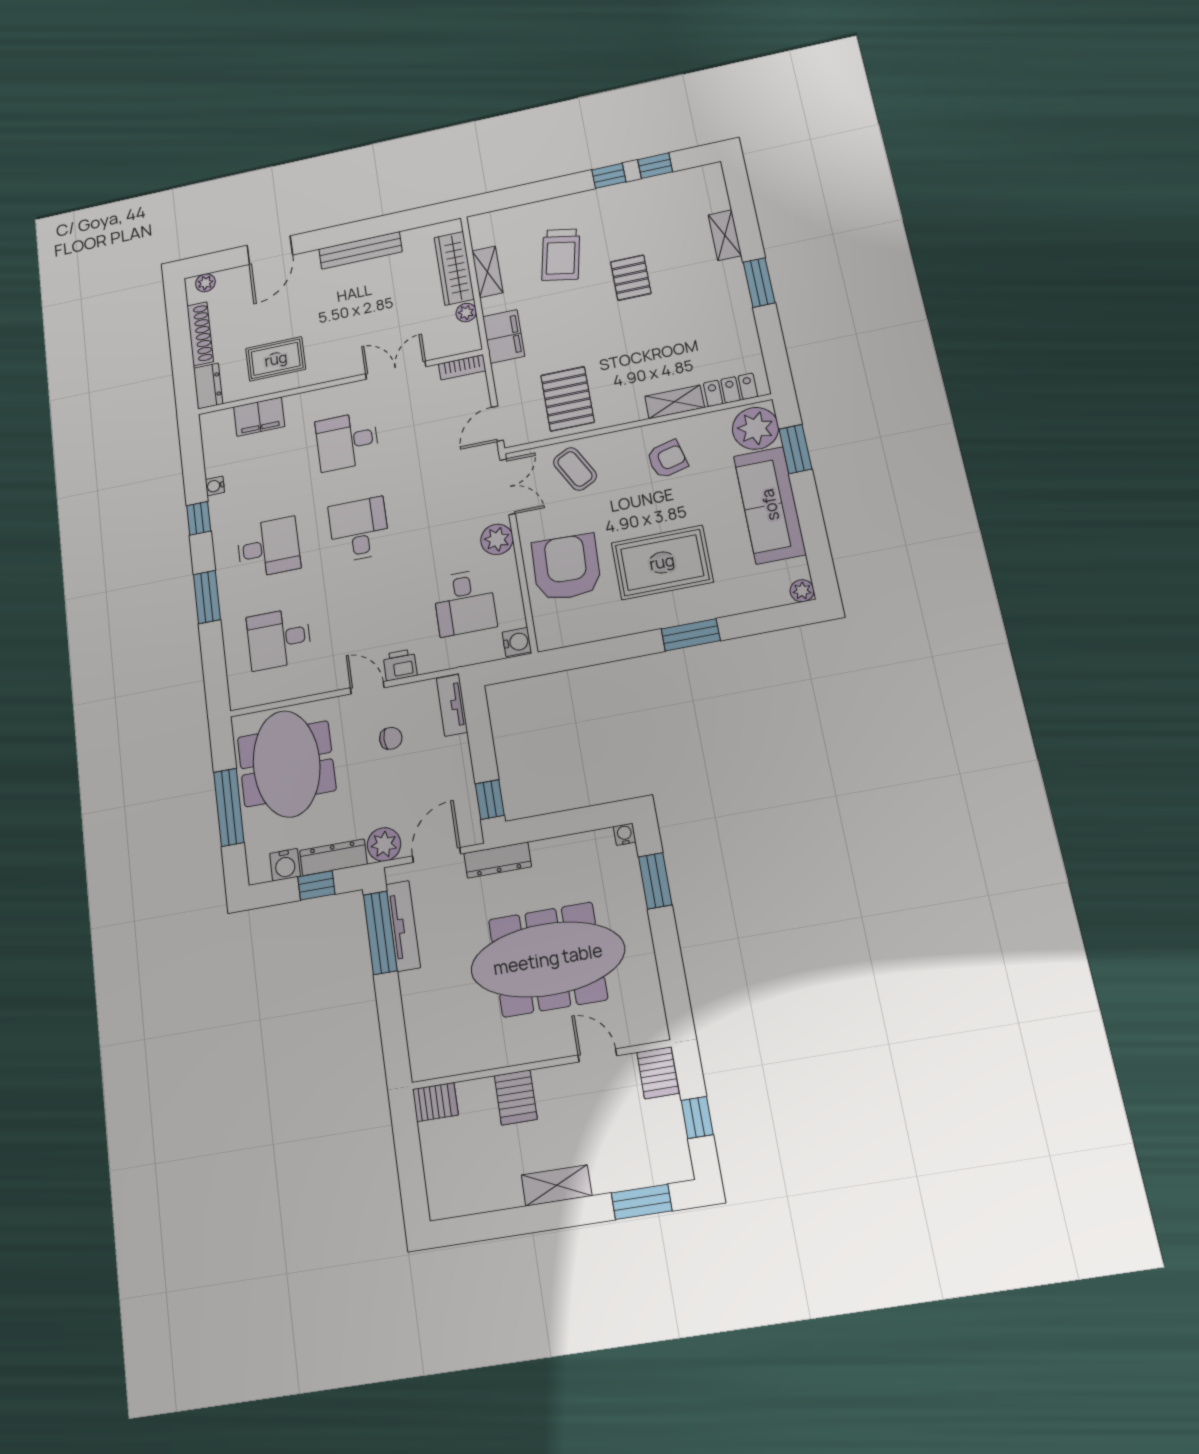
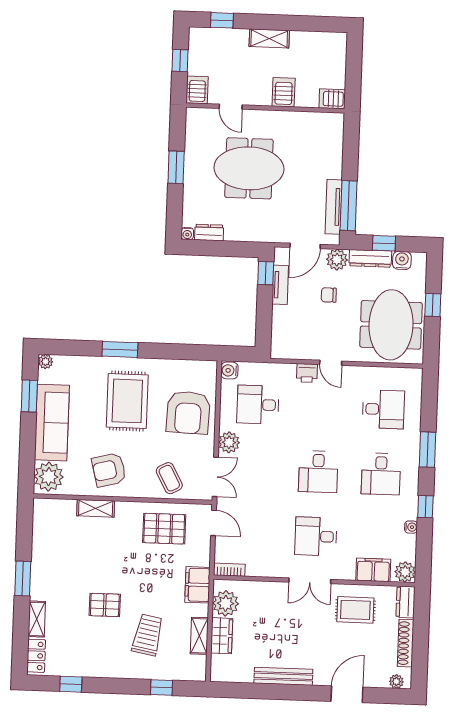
window: (609, 176) -> (162, 687), moved
wardrobe: (454, 268) -> (222, 636), width x0.67
pallet: (631, 278) -> (105, 605), turned 90
plant: (466, 313) -> (226, 603), width x1.87, depth x1.87
double door: (396, 370) -> (310, 581), moved
locker: (730, 390) -> (36, 656), moved, turned -90
pallet: (568, 399) -> (164, 529), turned 90
door: (497, 424) -> (214, 523), hinge flipped
plant: (214, 425) -> (405, 572), added
desk: (347, 441) -> (316, 536), turned 180
window: (795, 449) -> (29, 396), moved
armchair: (667, 459) -> (109, 470), width x1.38, depth x1.38
double door: (508, 487) -> (215, 477), swing flipped
desk: (268, 548) -> (381, 474), turned -90
rug: (662, 562) -> (127, 401), turned 90
desk: (464, 603) -> (258, 405), turned -90
tv unit: (452, 705) -> (280, 285), moved
chair: (391, 738) -> (329, 295), moved
window: (229, 807) -> (433, 305), width x0.46
dresser: (498, 860) -> (209, 232), moved, width x0.70
window: (655, 881) -> (176, 167), moved
meeting table: (548, 959) -> (249, 168), width x0.73
window: (642, 1202) -> (222, 20), width x0.67

